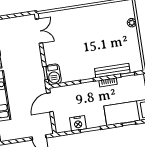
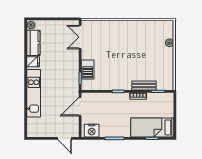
double door: (39, 31) -> (80, 37), swing flipped
bench: (112, 71) -> (144, 85), width x0.73
barbecue: (54, 74) -> (88, 69), moved
nightstand: (78, 123) -> (92, 131), moved

